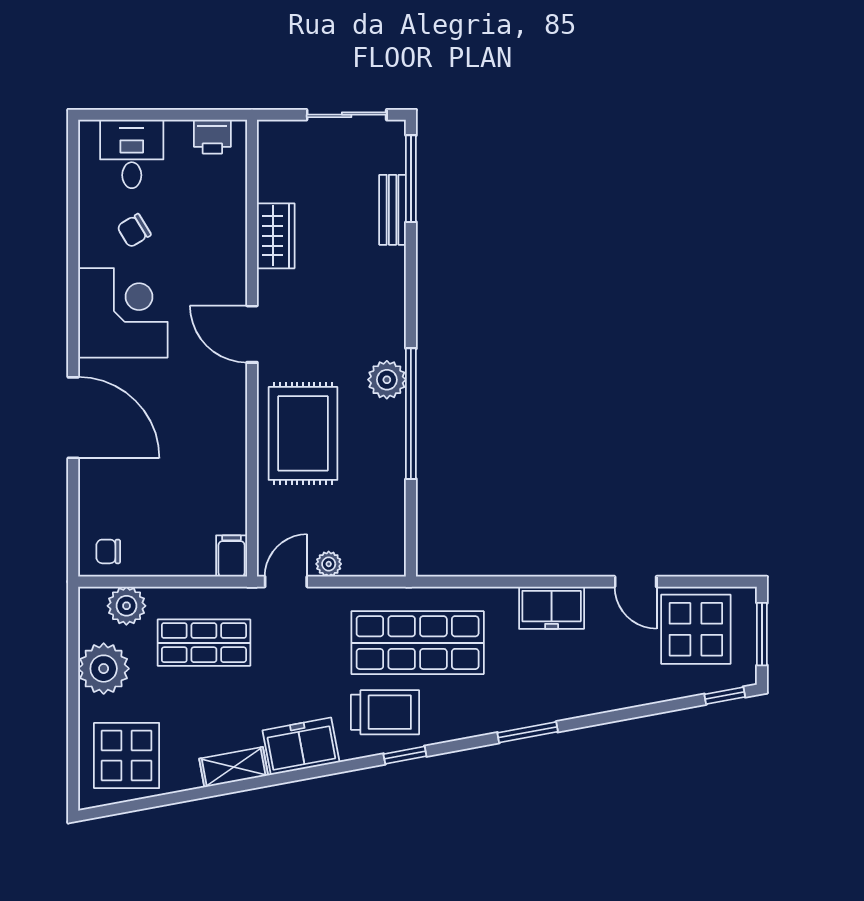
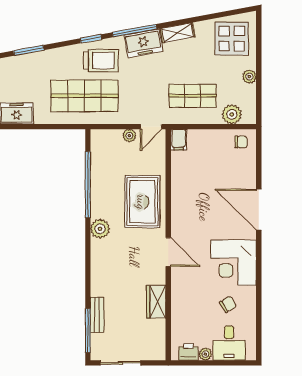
plant: (179, 132) -> (205, 354), added
window: (411, 414) -> (88, 185), moved
plant: (104, 669) -> (249, 77), width x0.53, depth x0.53
trolley: (385, 712) -> (101, 61), turned 180
window: (319, 771) -> (135, 31), added

